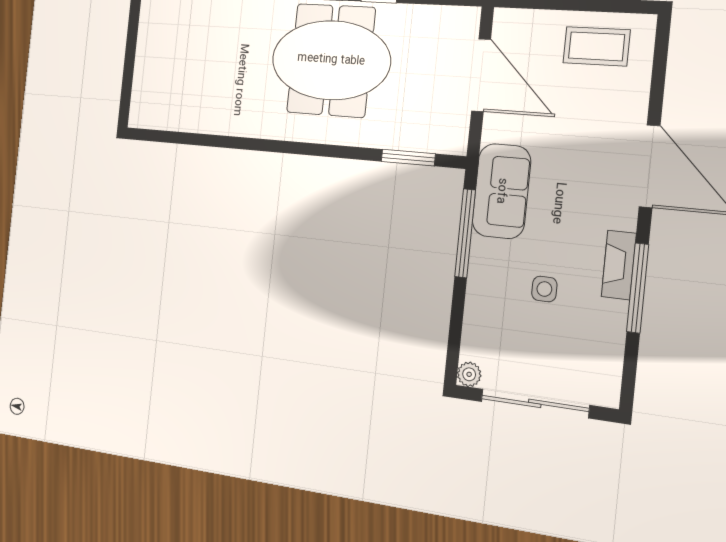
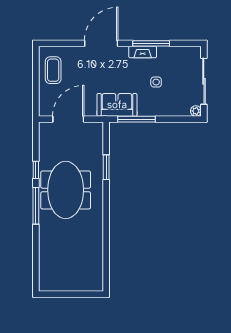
window: (408, 158) -> (106, 167), moved

